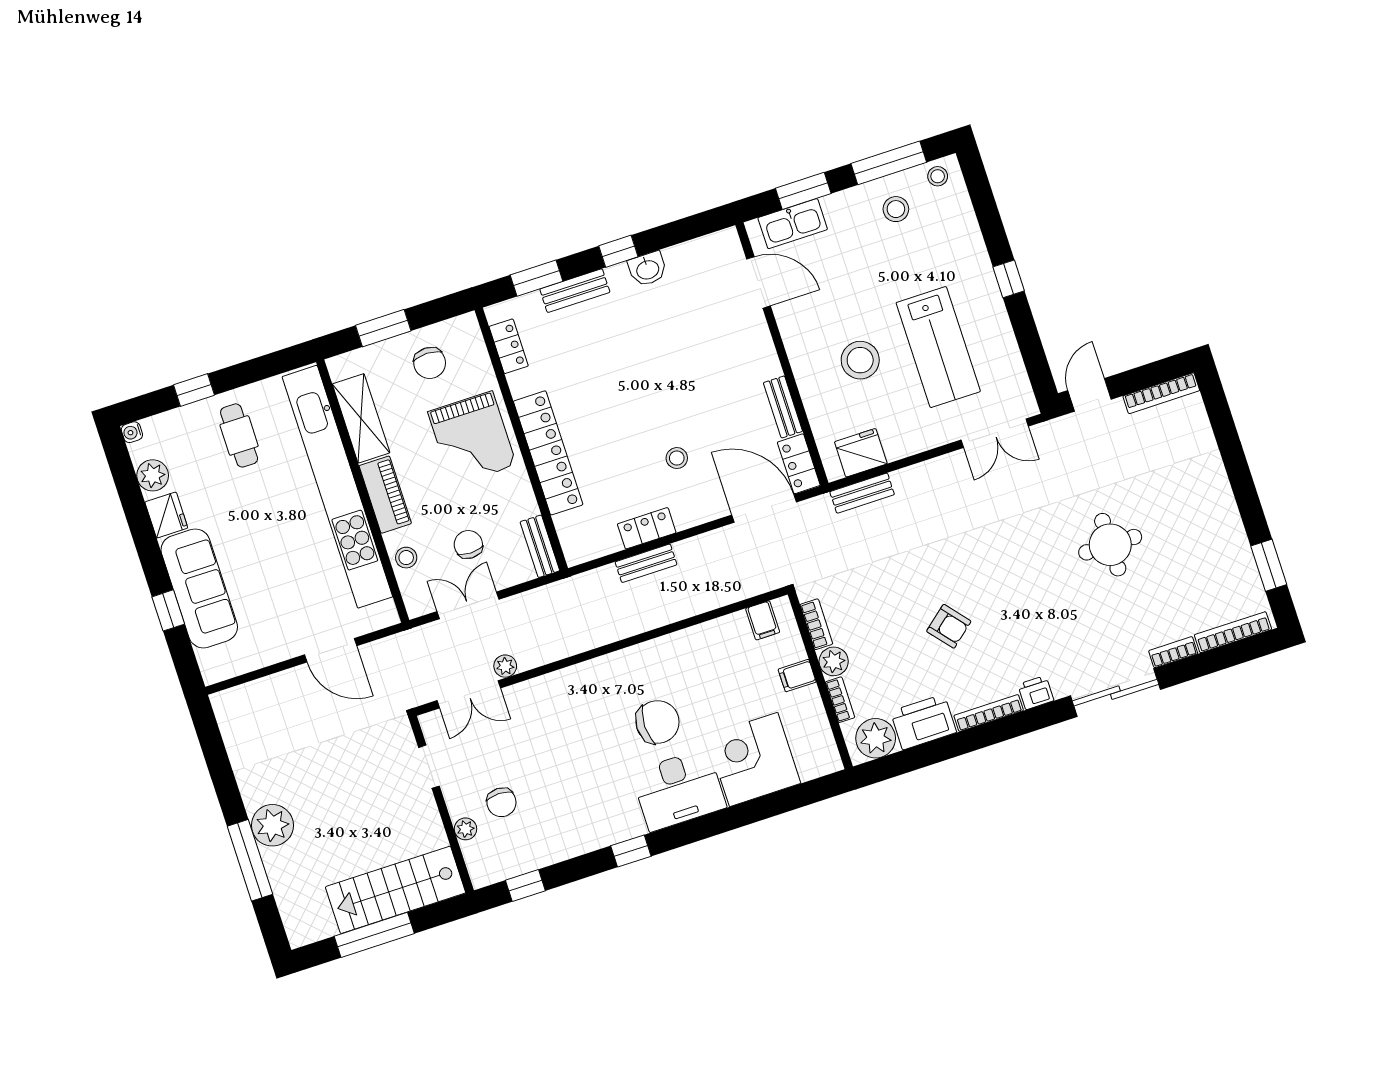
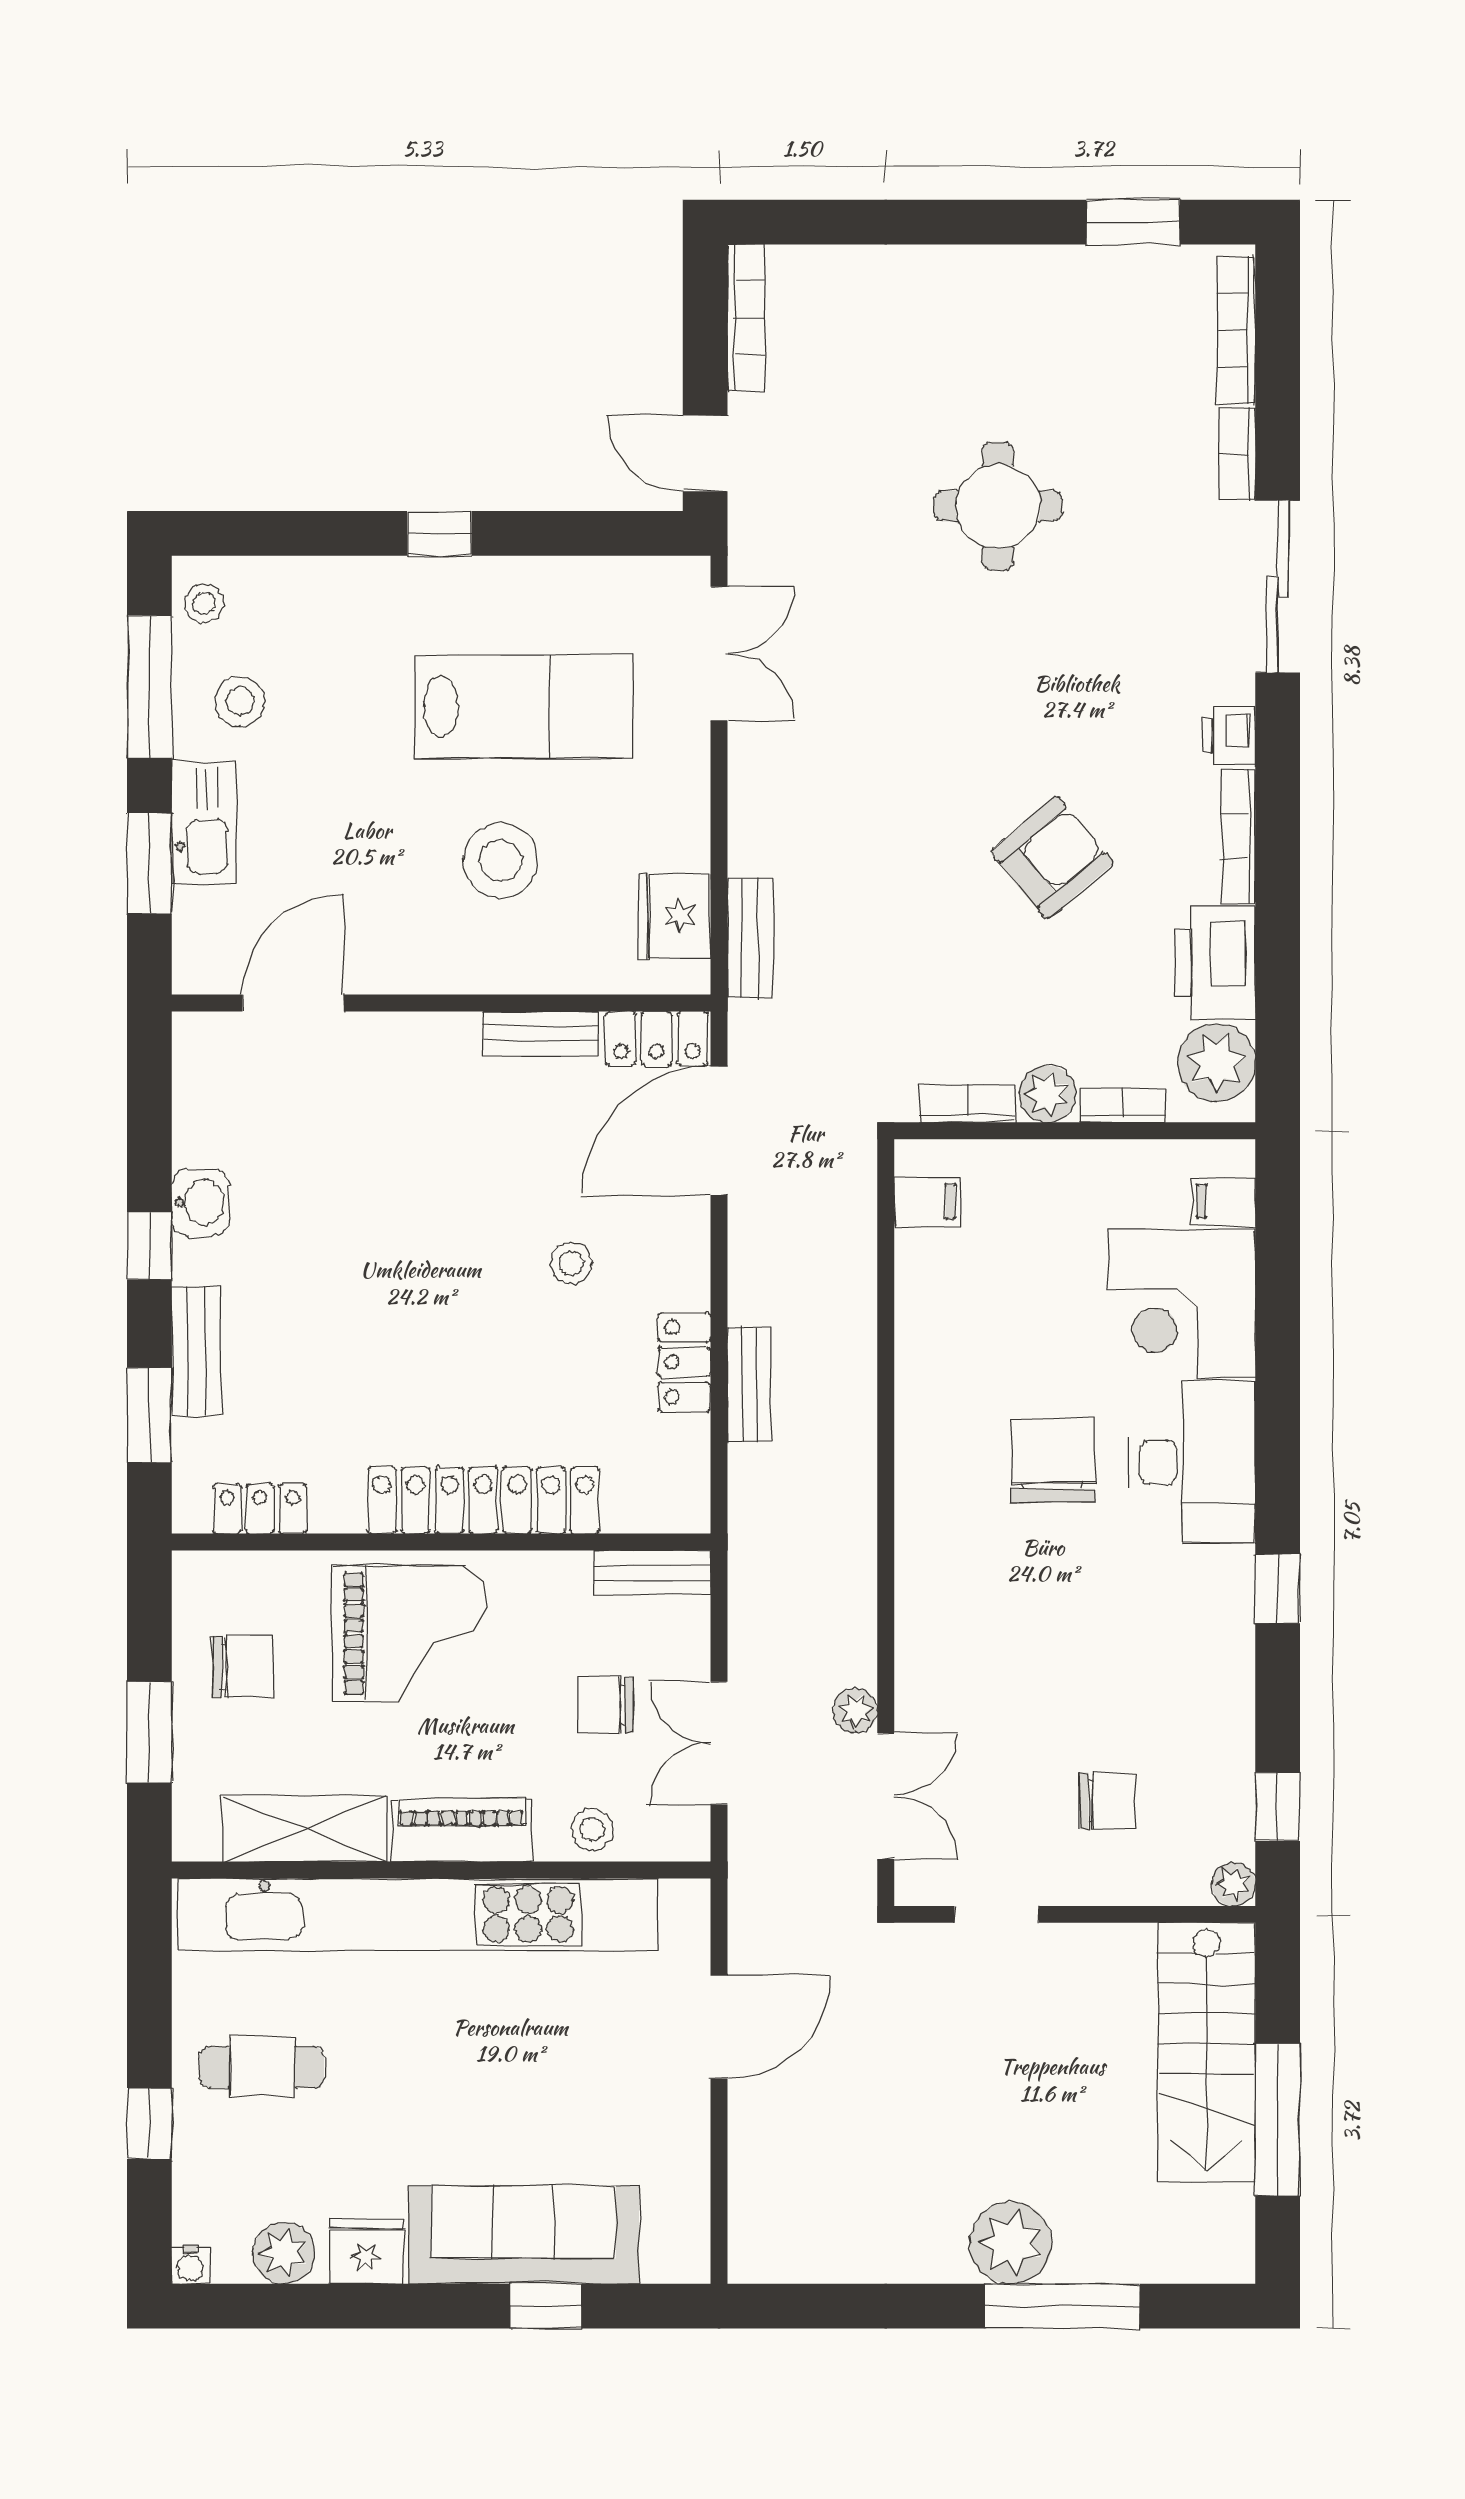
kitchen sink: (793, 224) -> (204, 822), moved
armchair: (949, 626) -> (1052, 858), width x1.38, depth x1.38
filing cabinet: (797, 676) -> (1224, 1201), moved, turned 90
plant: (465, 829) -> (1234, 1884), moved

